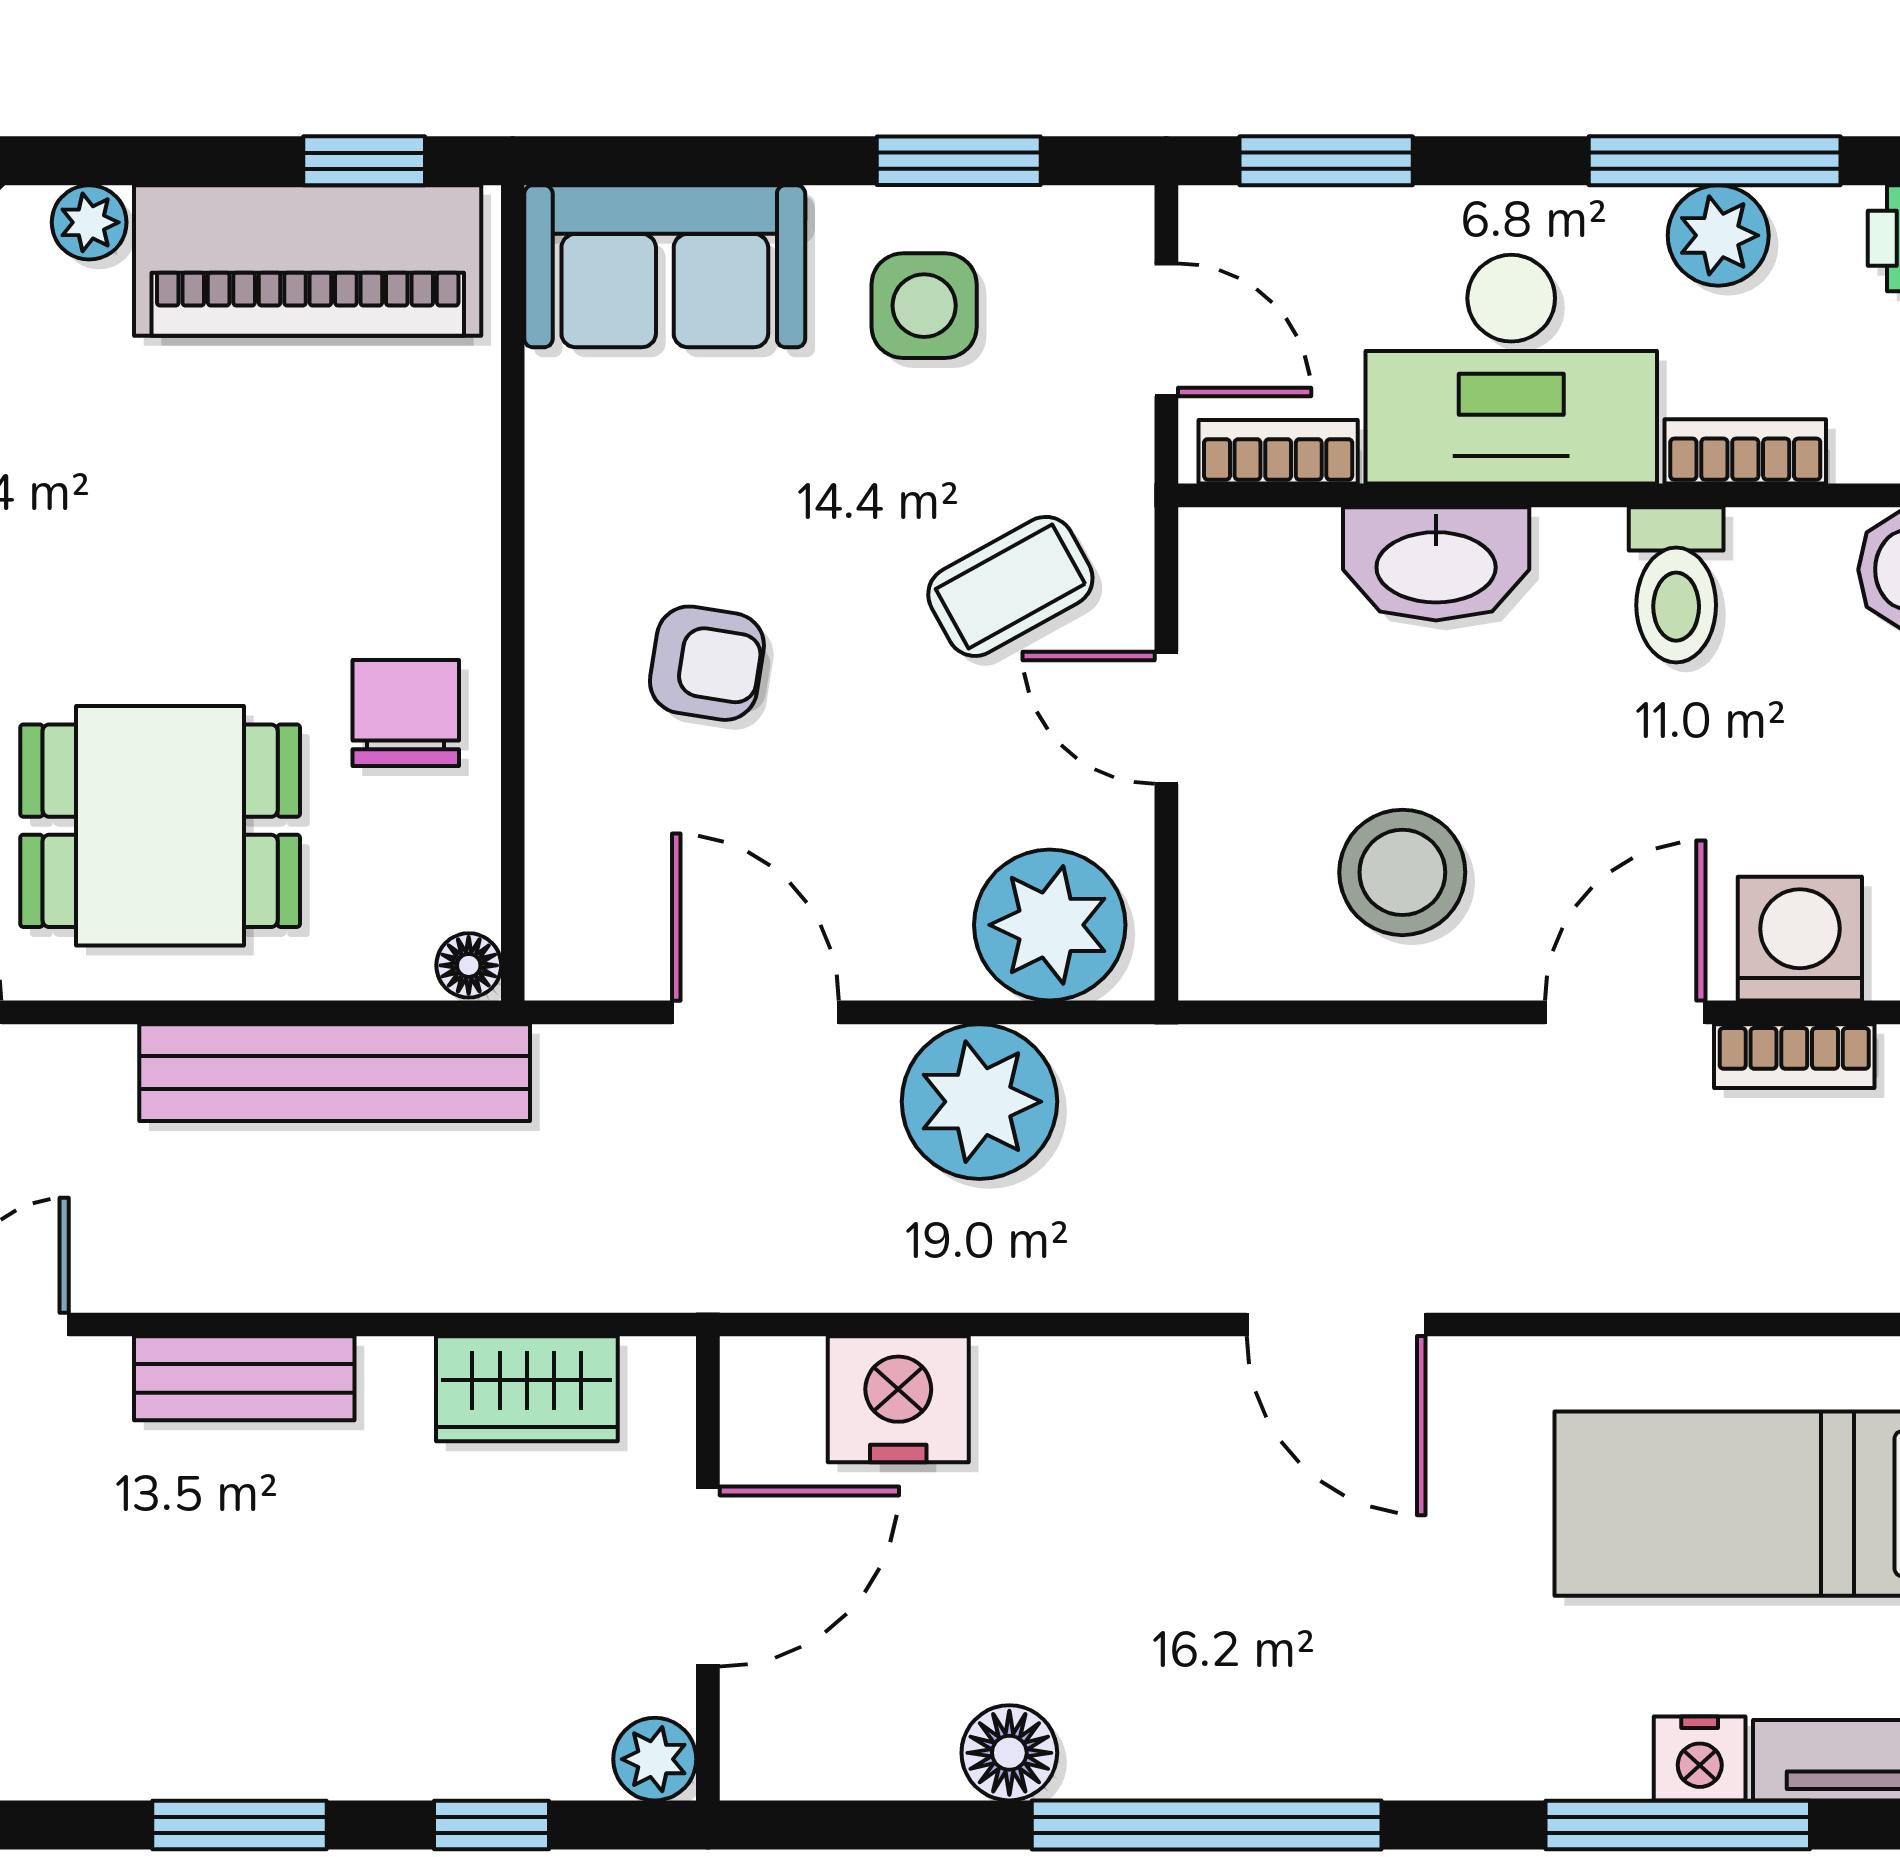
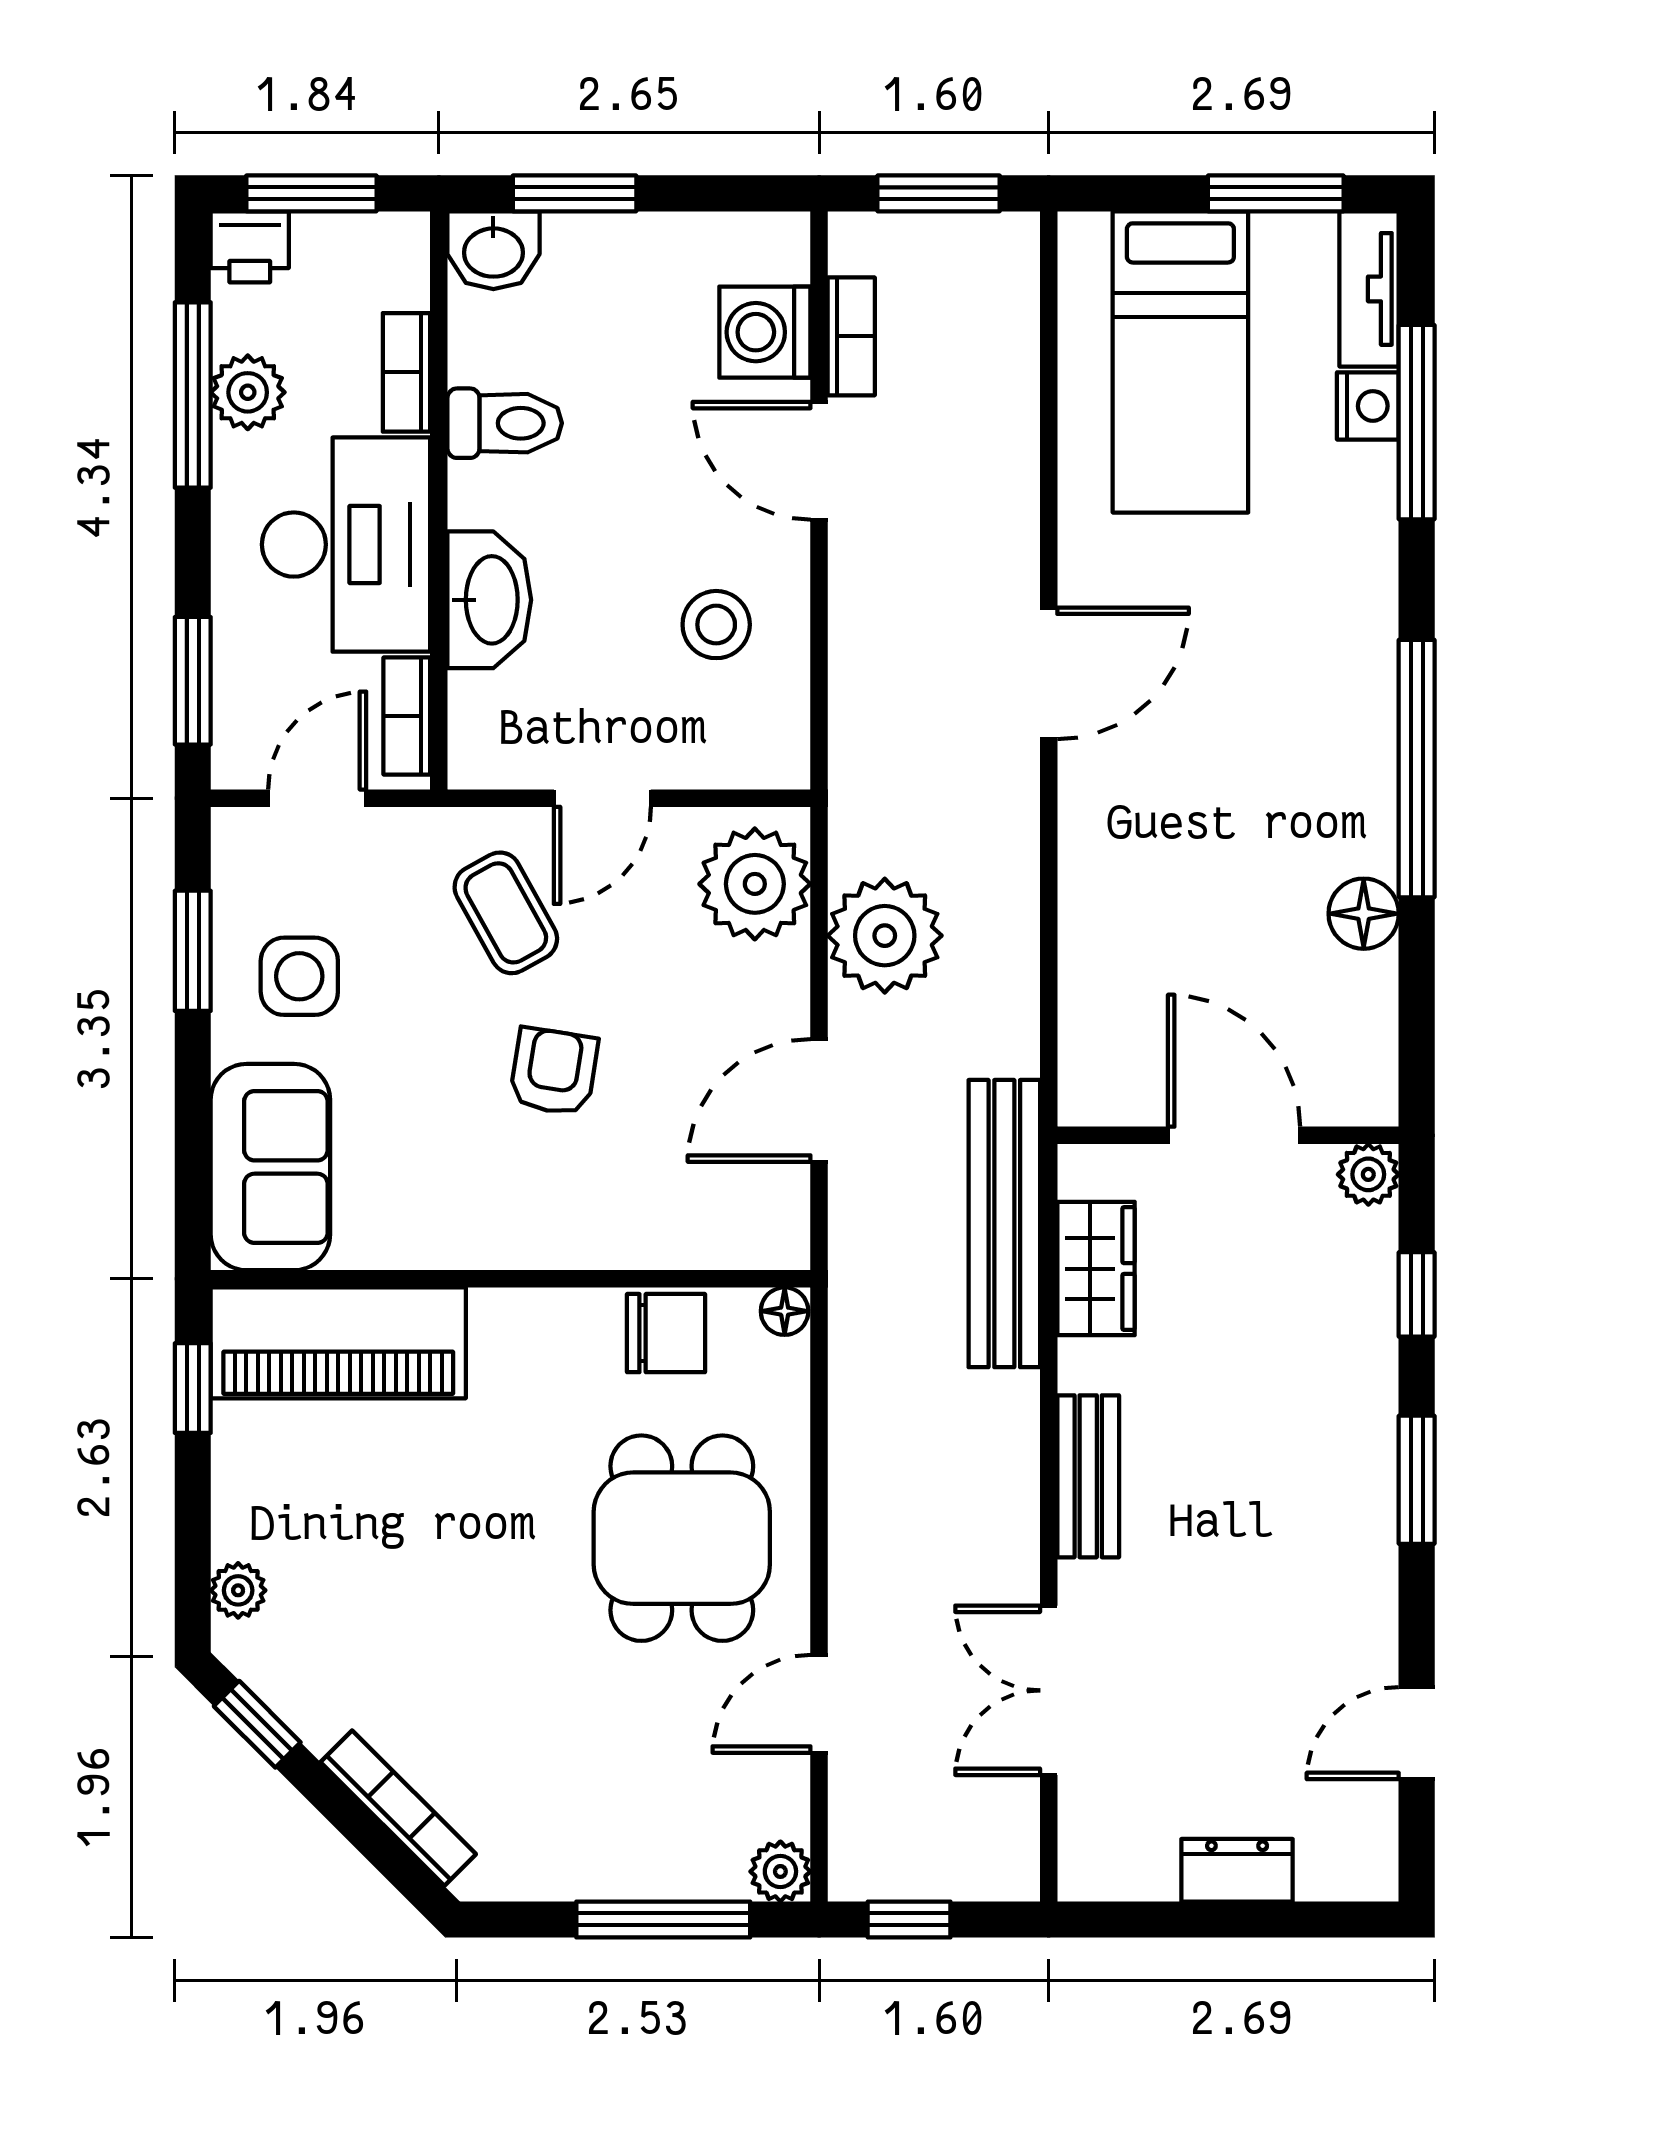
piano: (308, 261) -> (338, 1343), moved, turned 90
armchair: (707, 663) -> (554, 1072), moved
chair: (406, 713) -> (666, 1333), moved, turned 180
stool: (1402, 872) -> (716, 625), width x0.73, depth x0.73
bench: (335, 1073) -> (1004, 1224), moved
nightstand: (898, 1399) -> (1104, 995), removed

